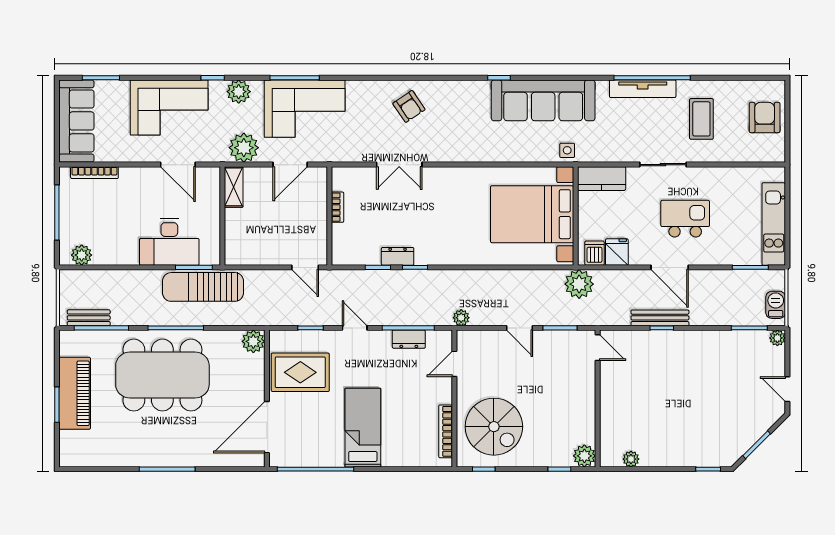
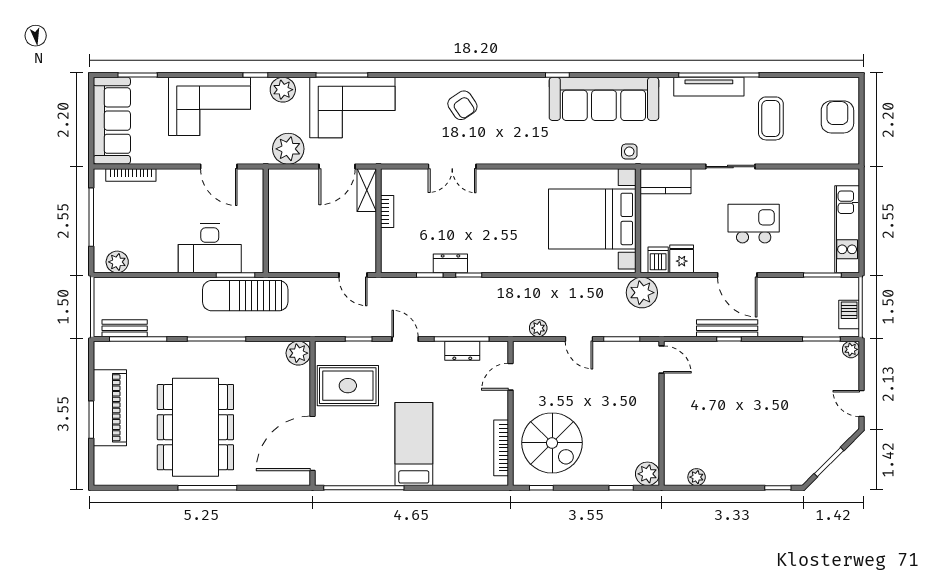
shelving: (234, 187) -> (367, 190), moved
plant: (461, 318) -> (538, 328), moved
dining table: (162, 375) -> (195, 427), moved, turned 90

